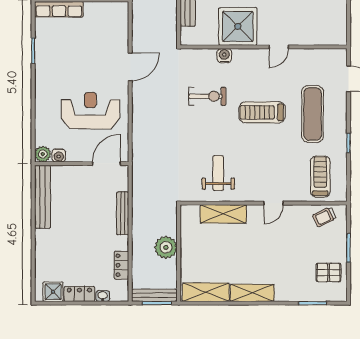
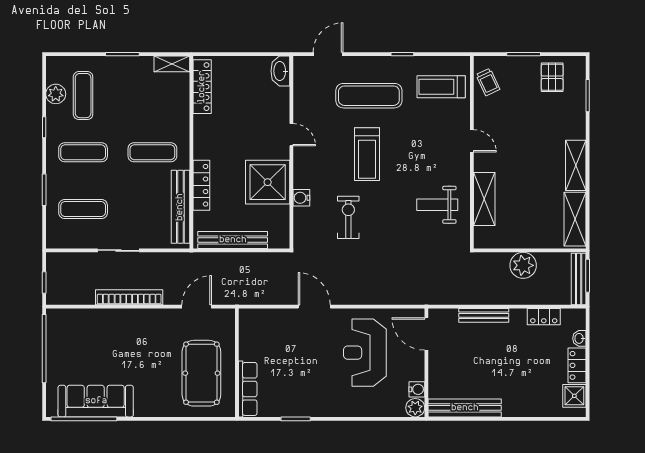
washbasin: (334, 37) -> (280, 71), added

